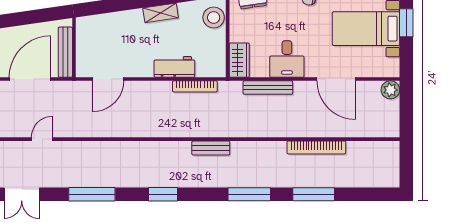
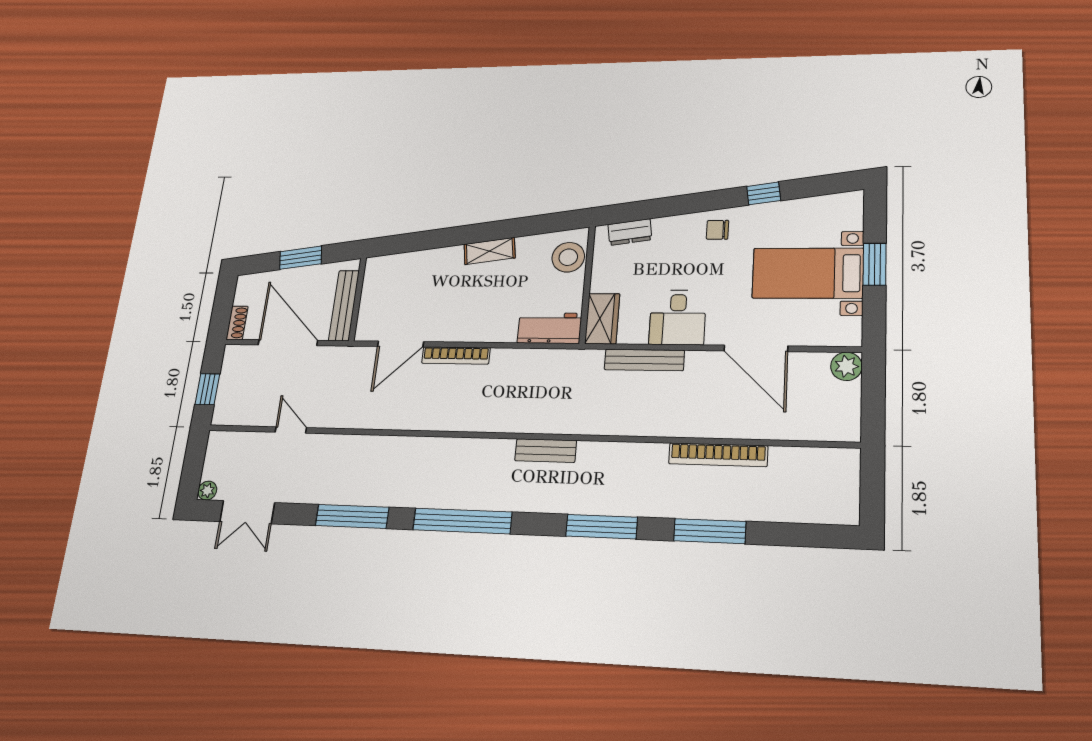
window: (29, 17) -> (301, 258), added
workbench: (174, 67) -> (549, 328), moved
door: (30, 79) -> (288, 343), hinge flipped
bookcase: (195, 86) -> (456, 355), moved
door: (42, 139) -> (291, 430), hinge flipped
window: (163, 194) -> (462, 521), width x2.11

